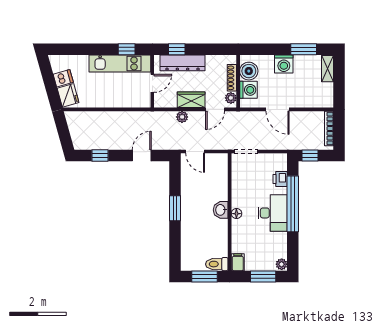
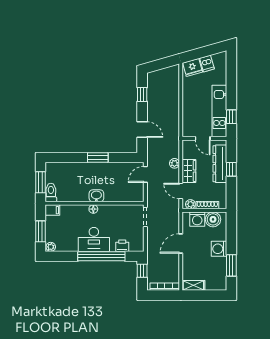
window: (177, 49) -> (231, 169), moved
shelving: (327, 69) -> (193, 285), moved

